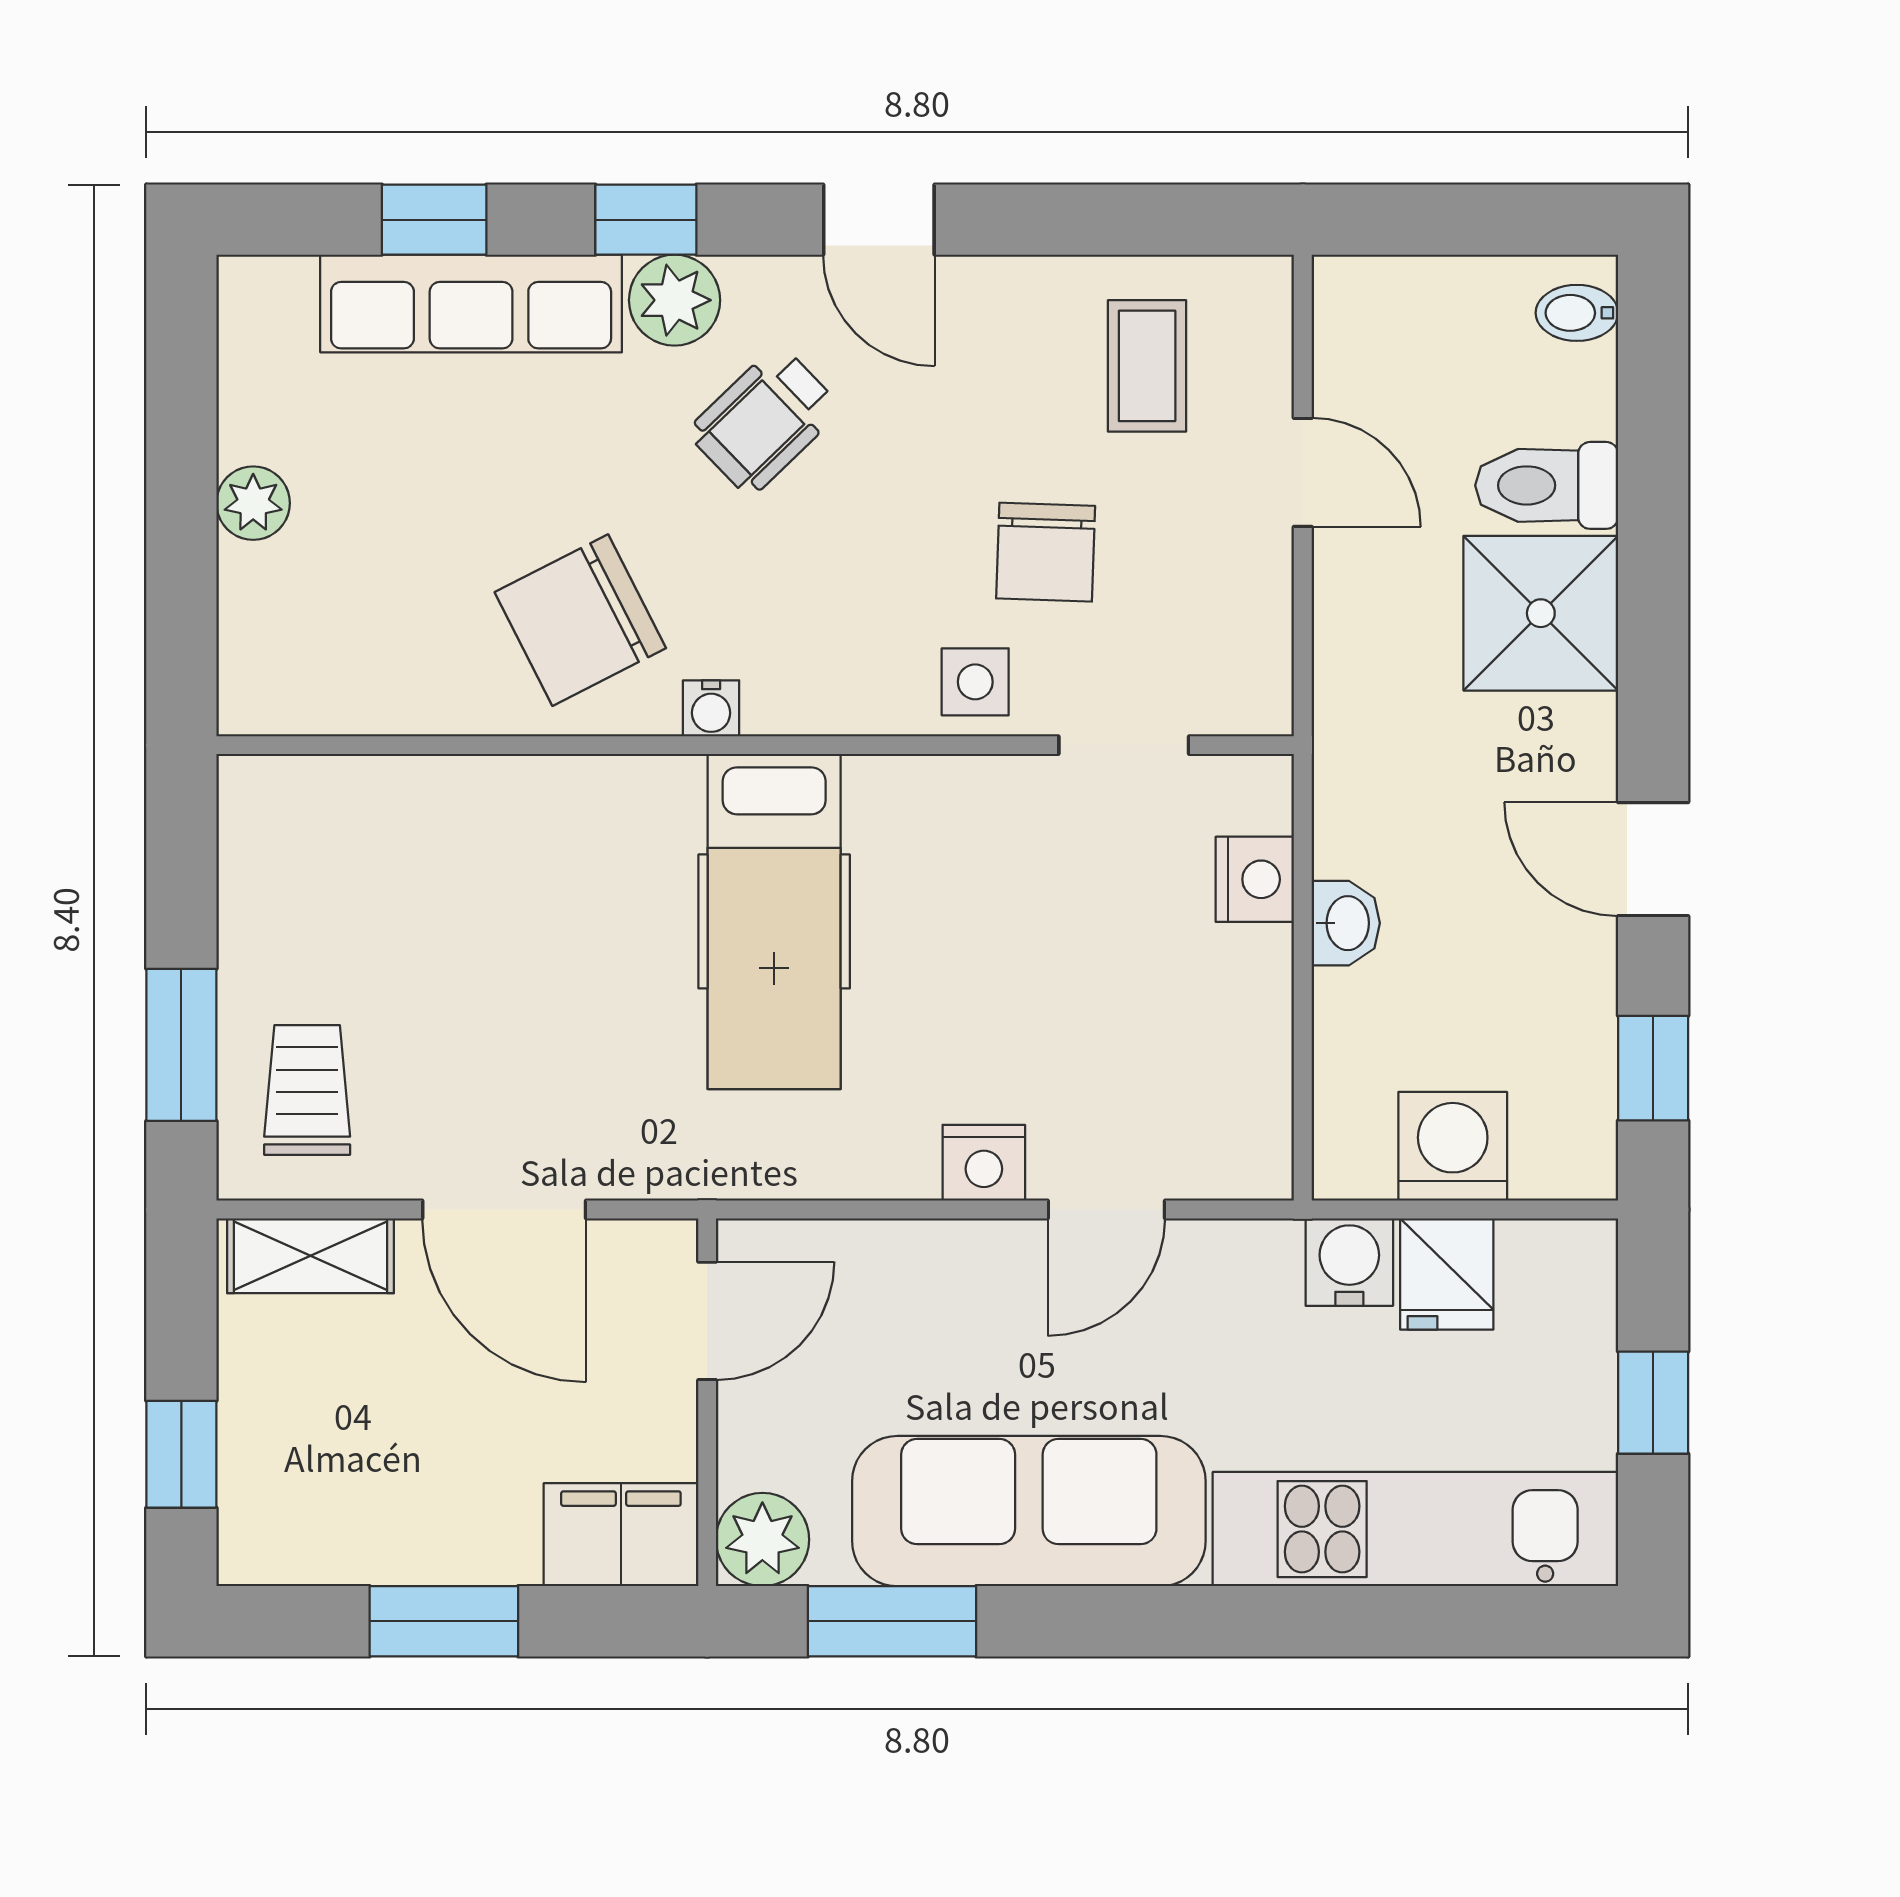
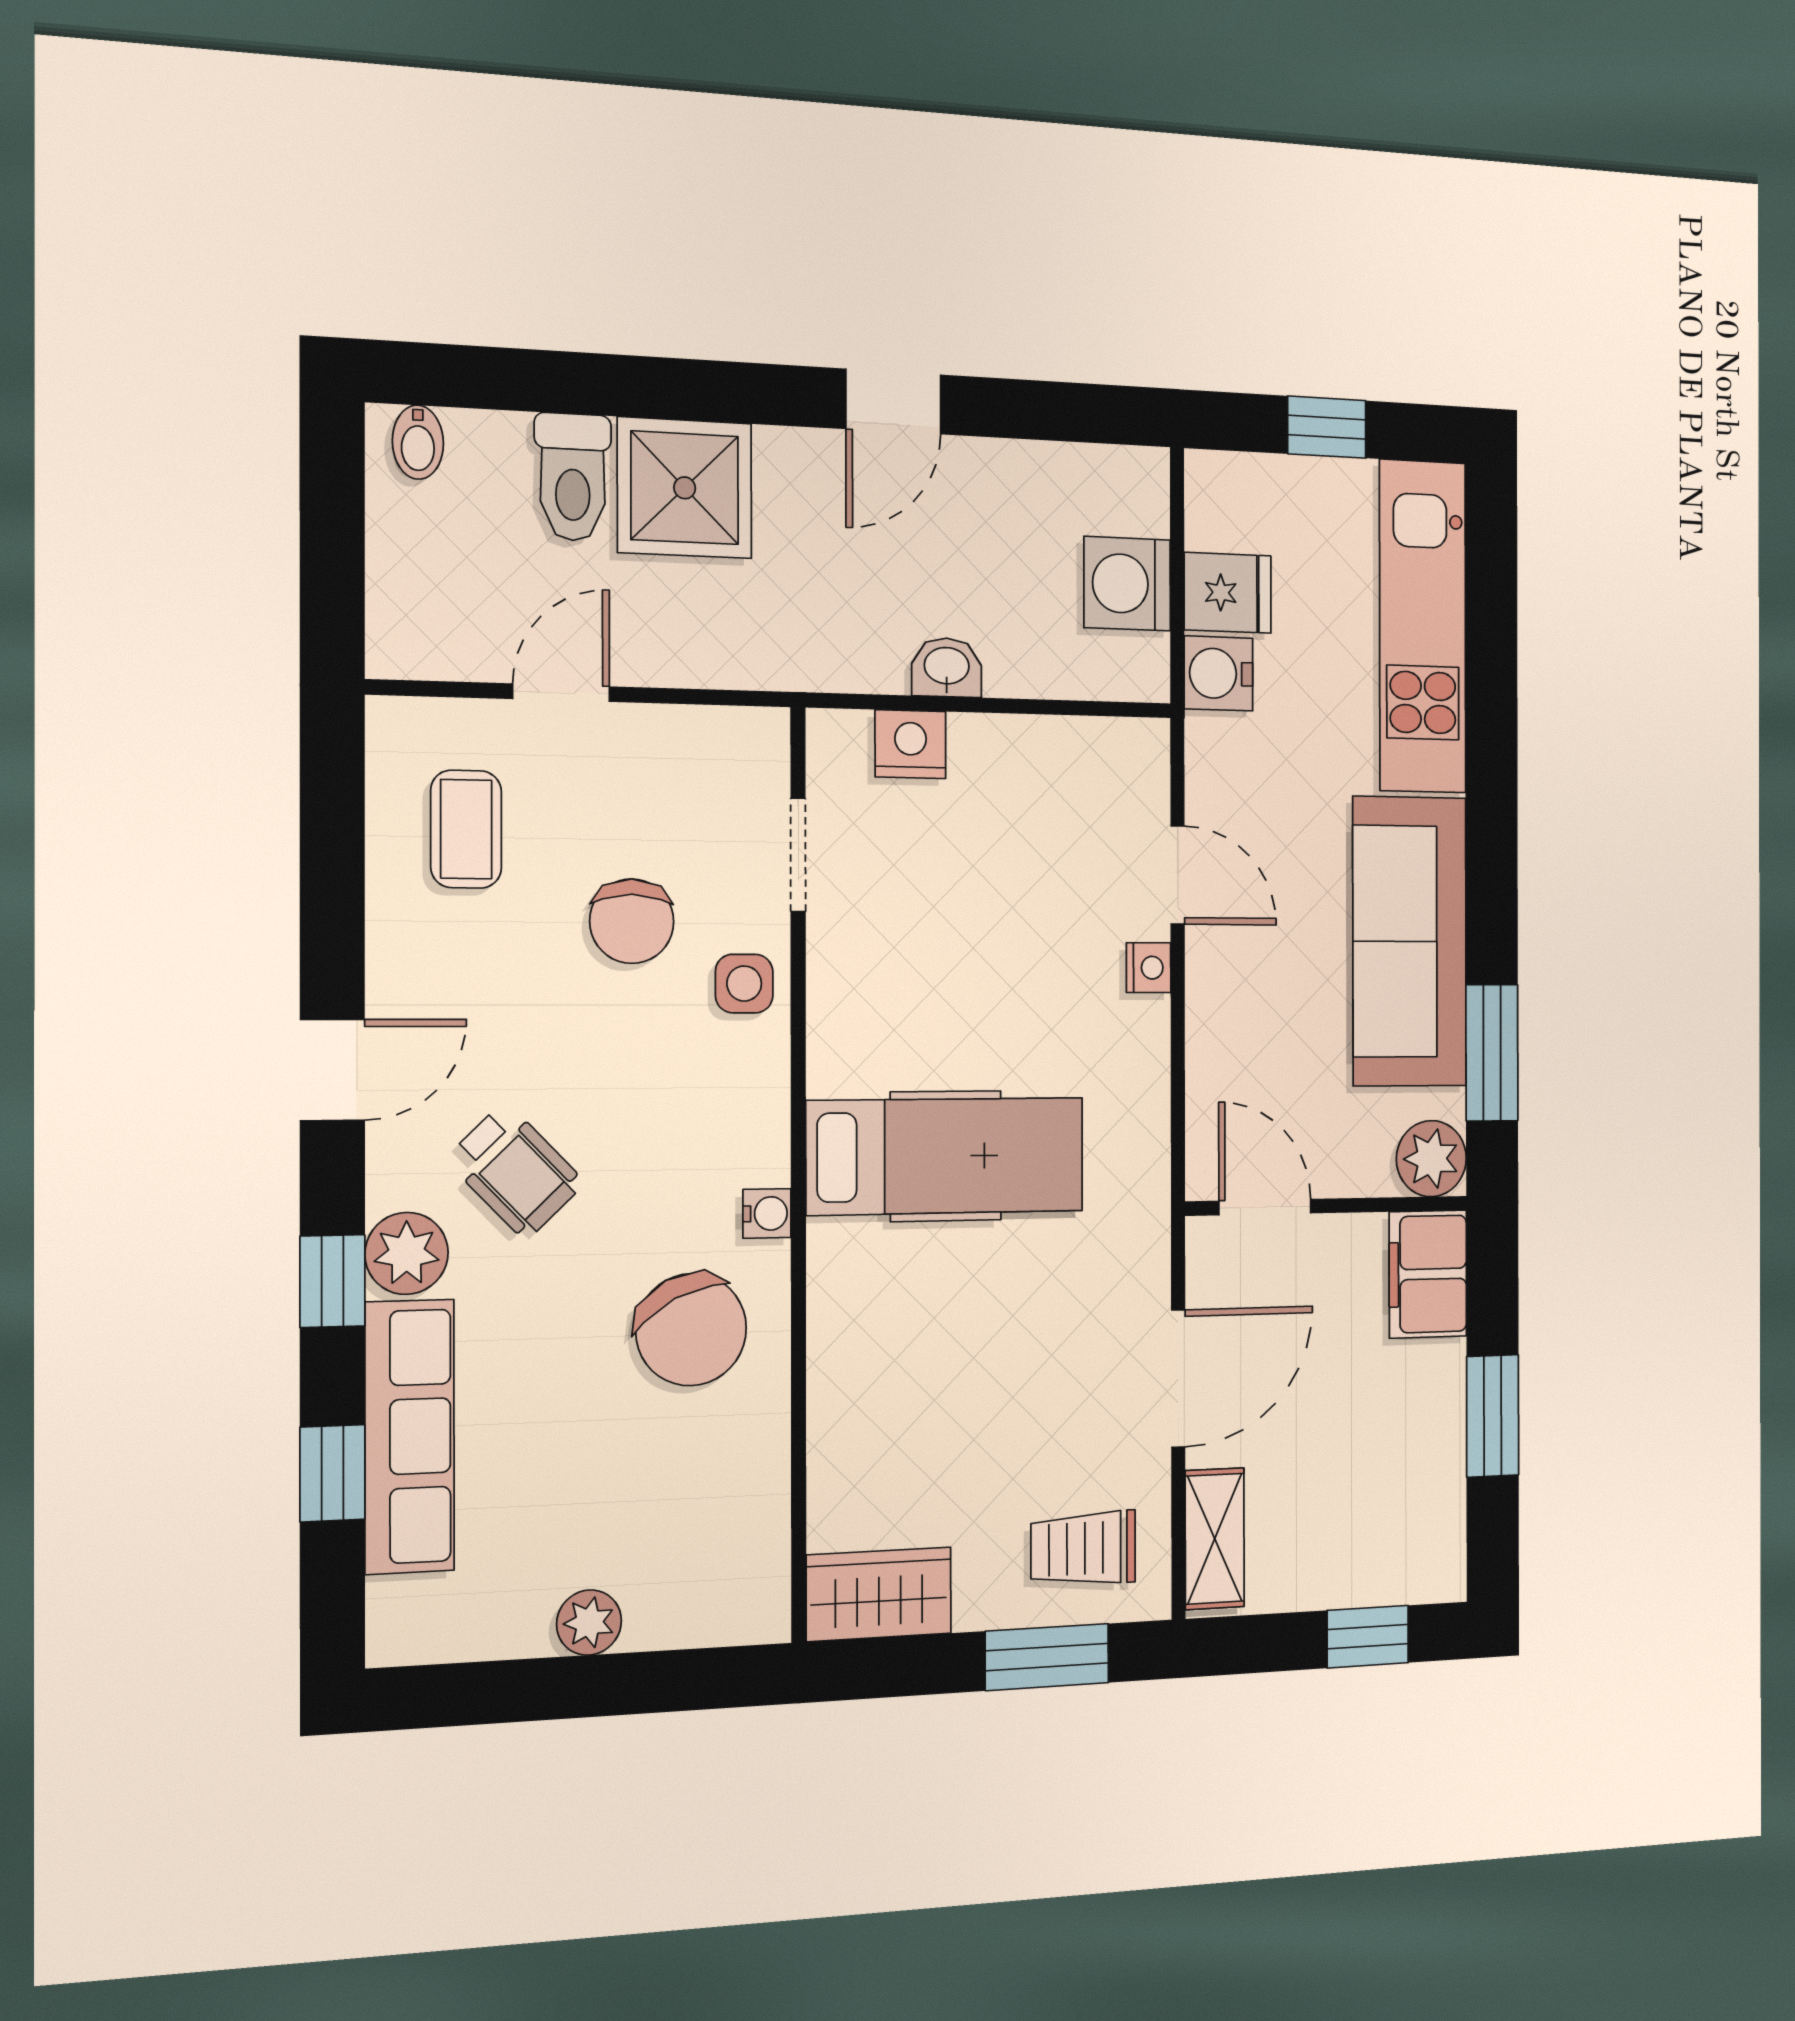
coffee table: (1147, 366) -> (466, 829), turned 90
chair: (1046, 552) -> (632, 921), turned 88
wardrobe: (267, 840) -> (879, 1594), added
window: (1653, 1068) -> (1064, 412), removed
nightstand: (984, 1163) -> (1149, 968), width x0.72, depth x0.74

